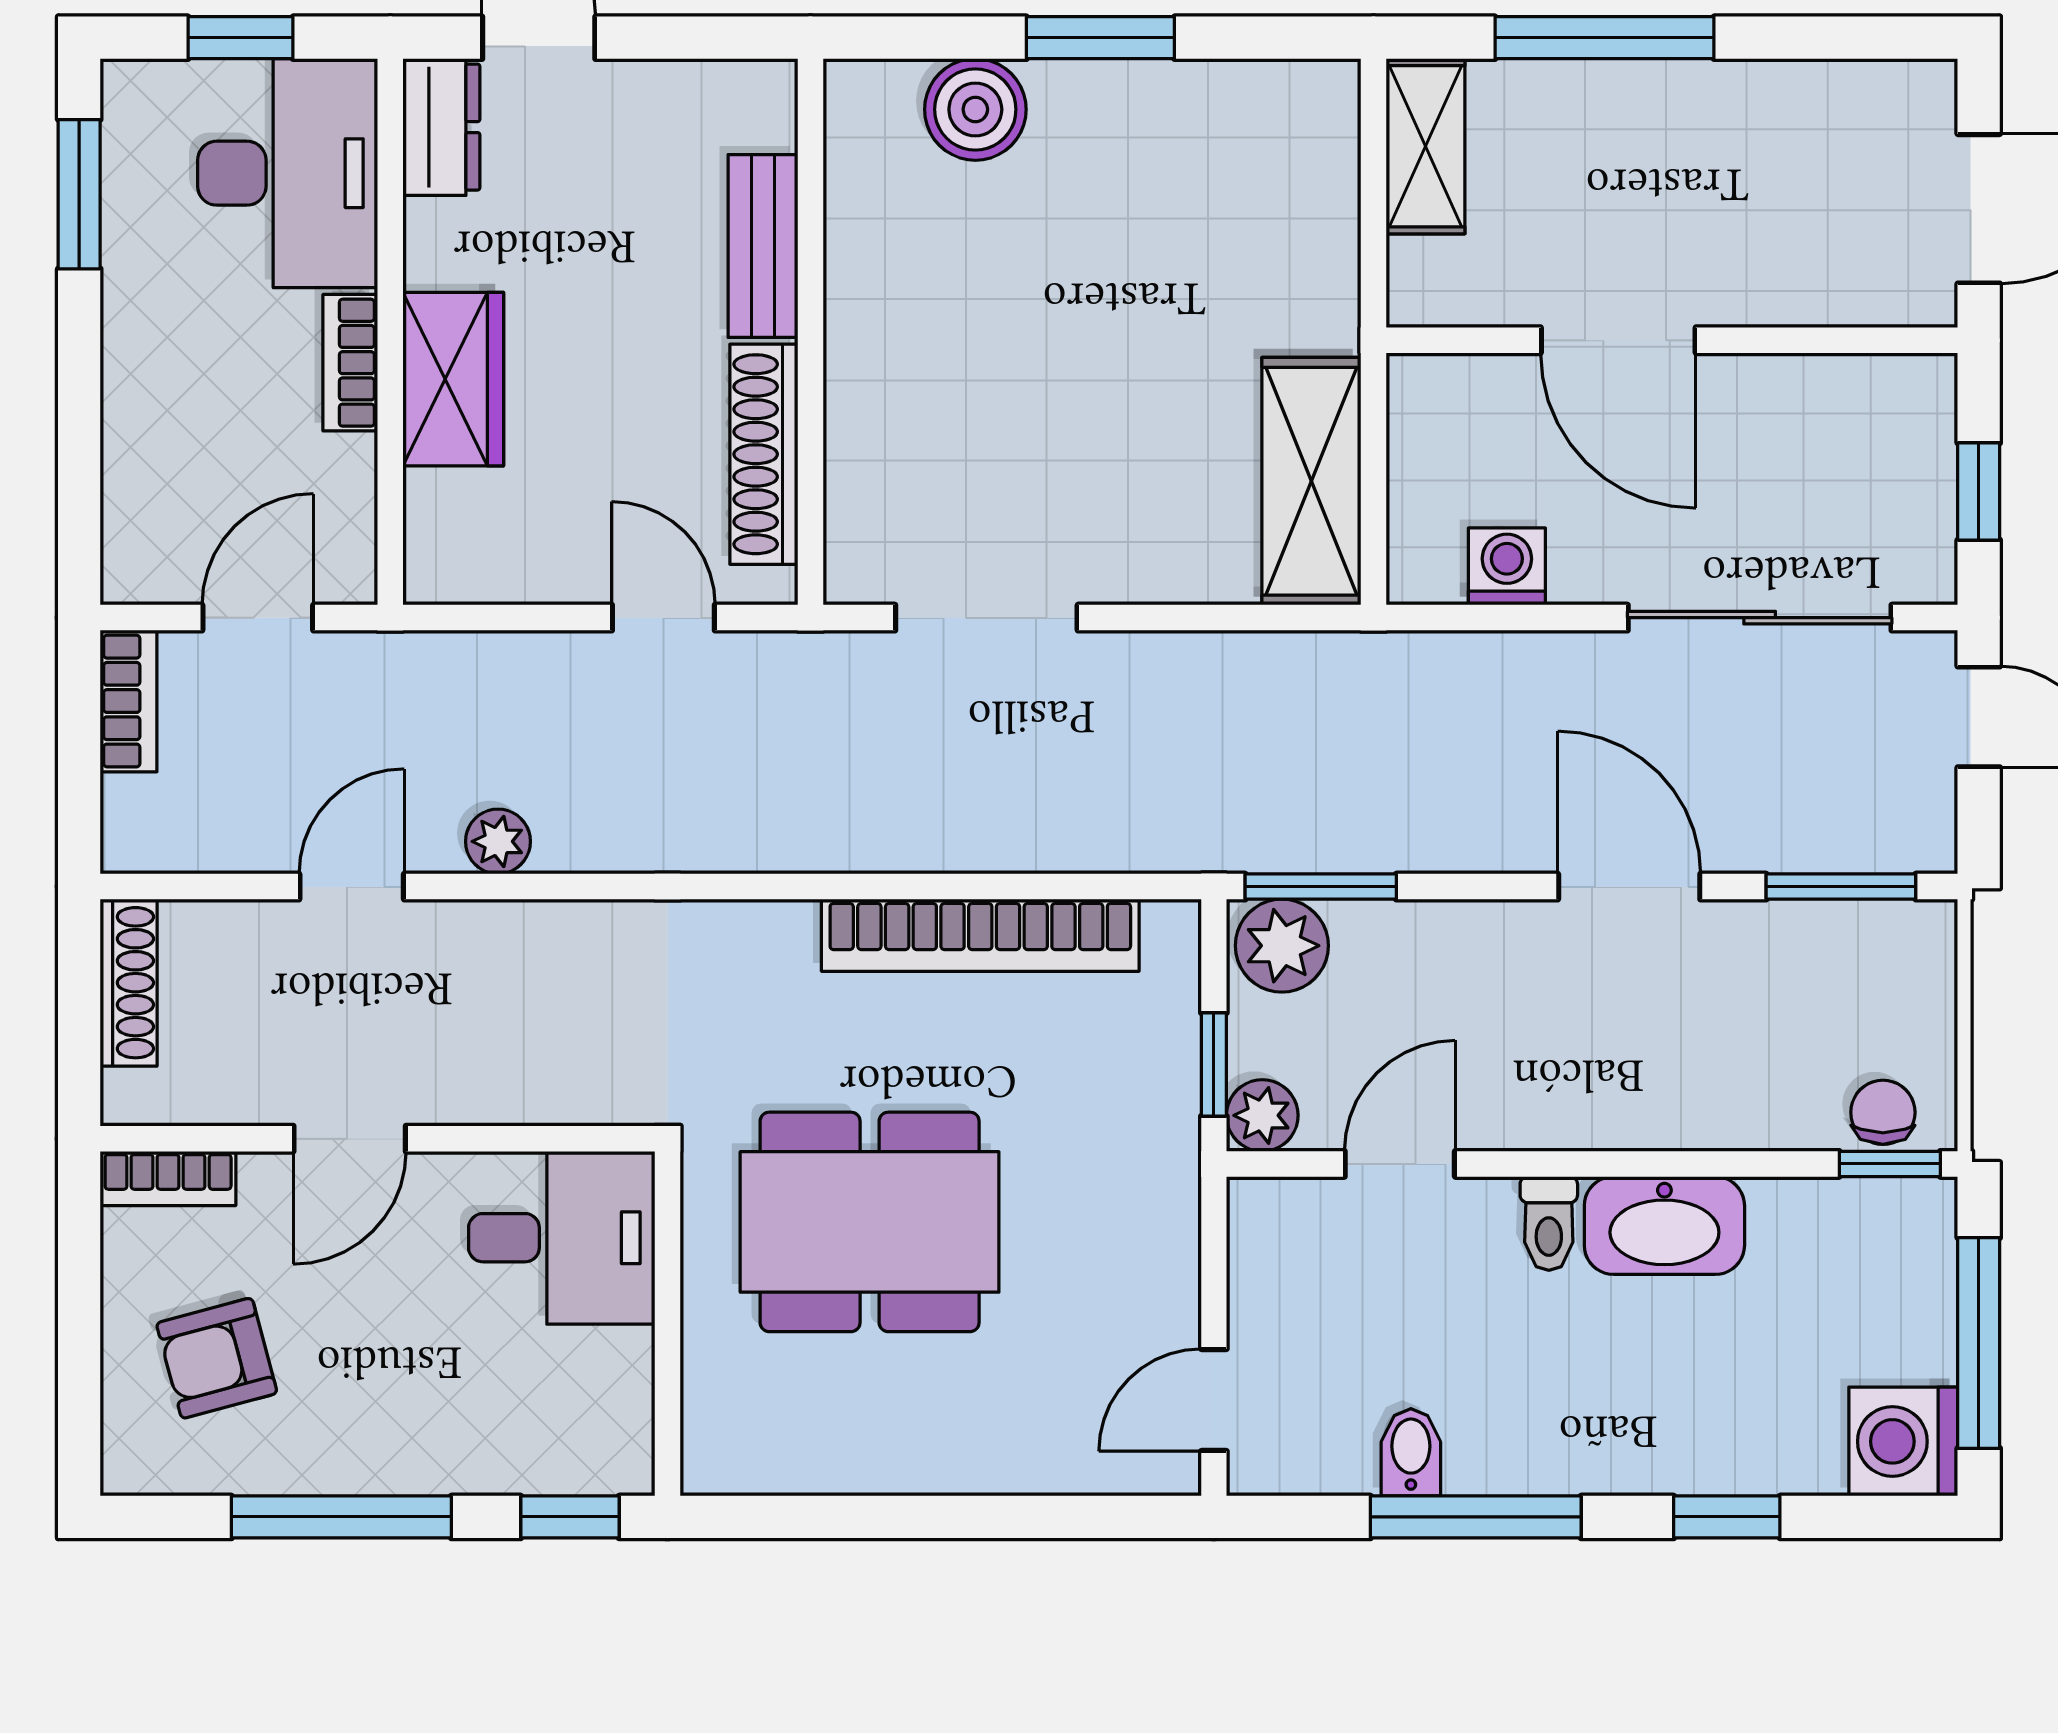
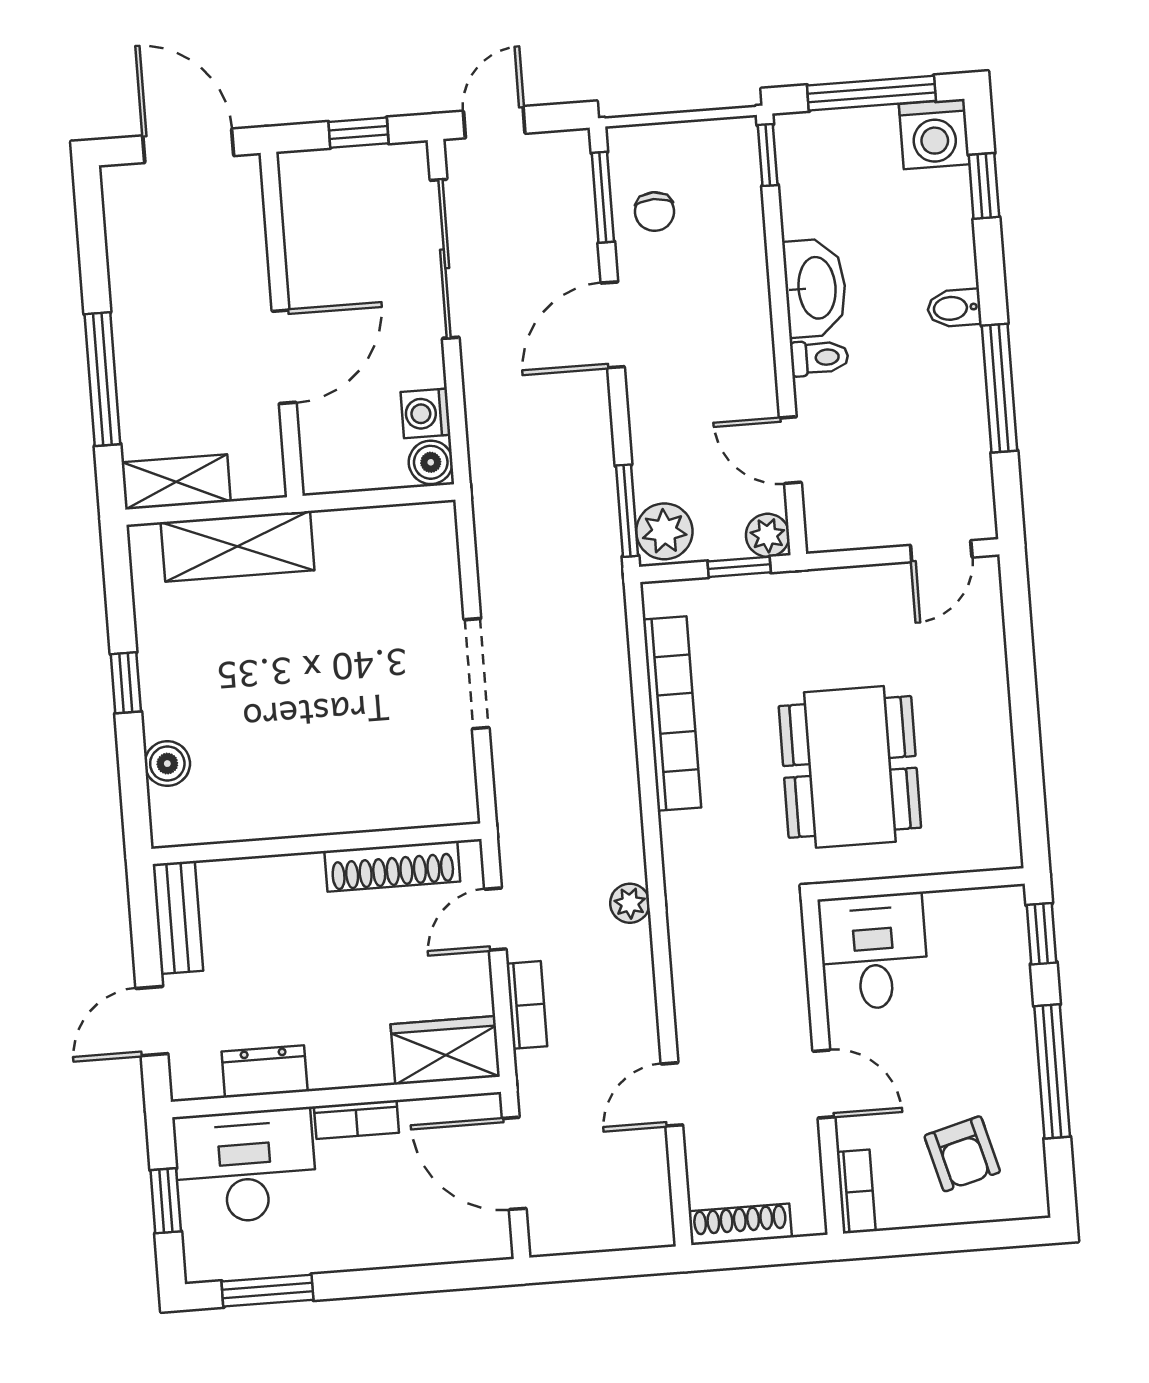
window: (1100, 38) -> (126, 683), width x0.67
boiler: (975, 109) -> (167, 764), width x0.73, depth x0.73
dresser: (441, 127) -> (265, 1071), moved
bench: (763, 246) -> (178, 917), moved, turned 90
wardrobe: (453, 379) -> (445, 1050), moved
shelving: (1311, 481) -> (238, 546), moved
boiler: (1425, 569) -> (431, 462), added
door: (258, 618) -> (514, 1163), width x1.38
doorway: (986, 618) -> (477, 674), moved
bookcase: (129, 701) -> (527, 1005), moved, turned 90
plant: (498, 841) -> (630, 903), moved
door: (352, 887) -> (672, 1094), hinge flipped
chair: (1883, 1112) -> (655, 212), moved, turned -90
door: (1214, 1400) -> (941, 551), hinge flipped
bidet: (1411, 1452) -> (954, 308), moved
window: (1727, 1517) -> (984, 186), moved

